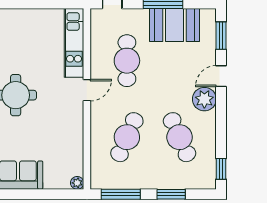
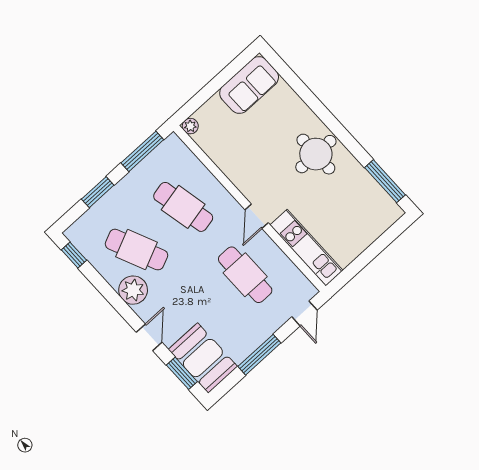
booth: (175, 25) -> (203, 358), moved, turned 90
plant: (204, 99) -> (133, 290), moved
cafe table: (127, 137) -> (183, 207), turned -36

